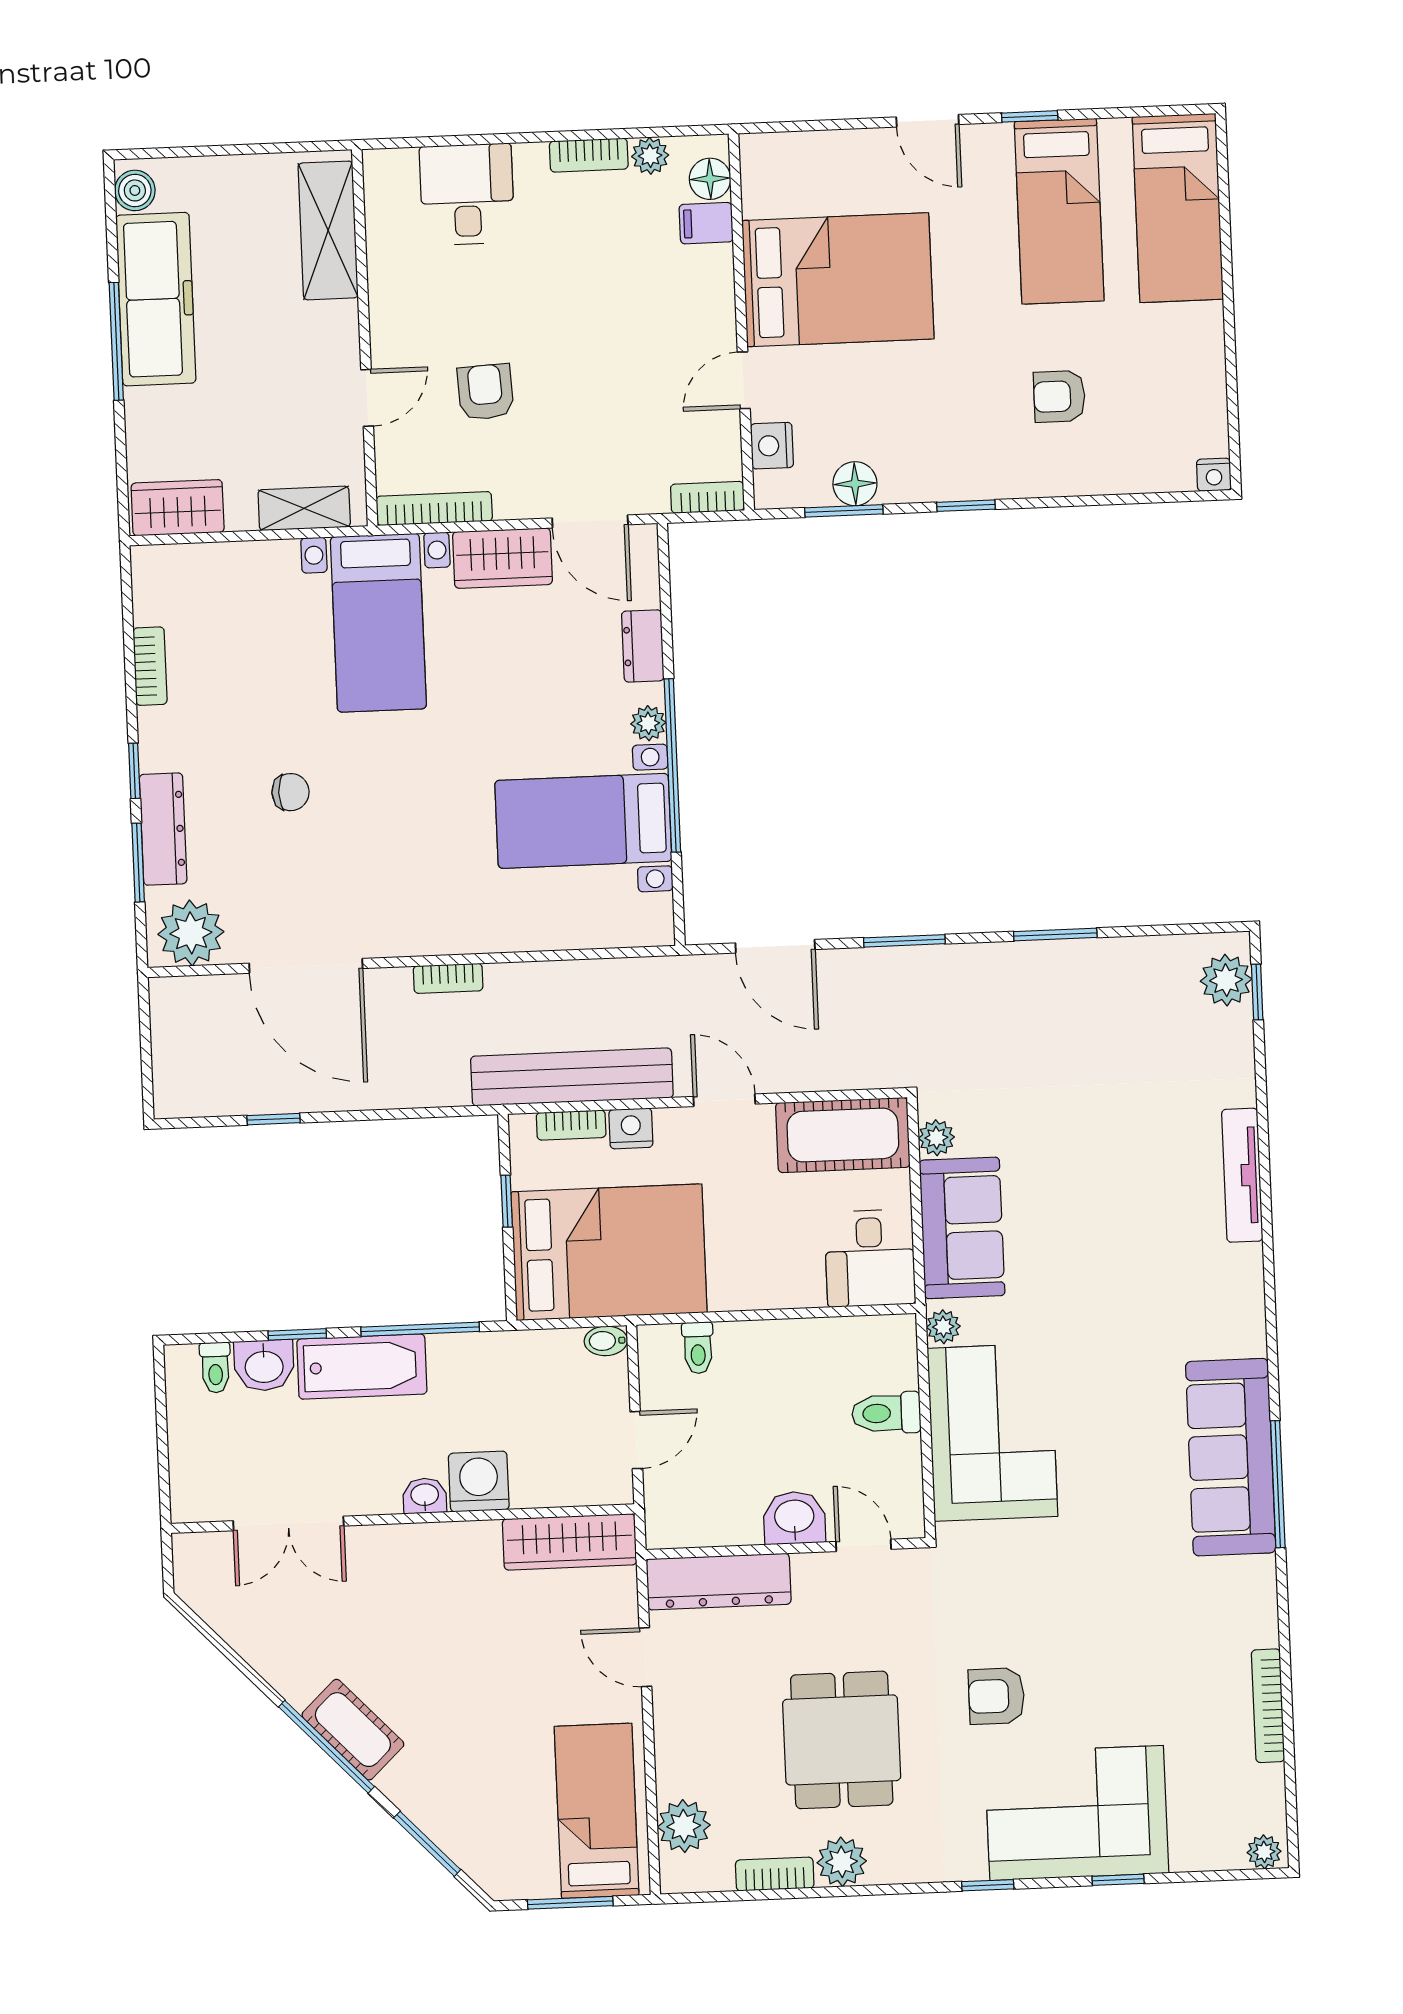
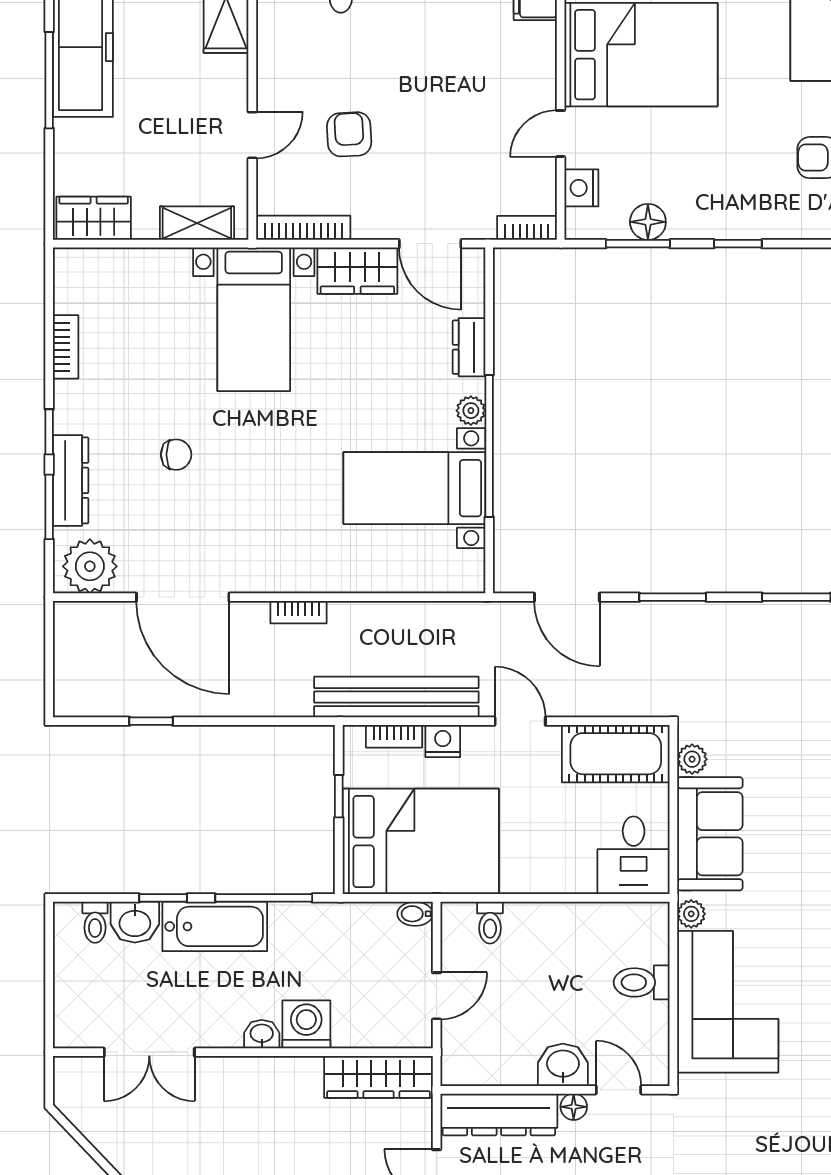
floor lamp: (810, 1568) -> (574, 1107), added

